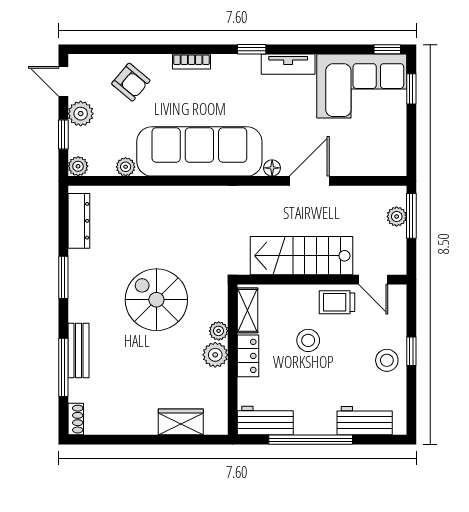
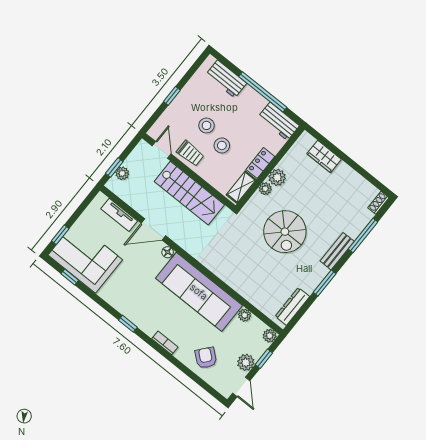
window: (387, 49) -> (70, 277), moved
tv unit: (288, 64) -> (119, 215), moved, turned 180
window: (411, 216) -> (114, 167), width x0.67
bench: (78, 351) -> (337, 251), moved
stool: (387, 360) -> (206, 125), moved

